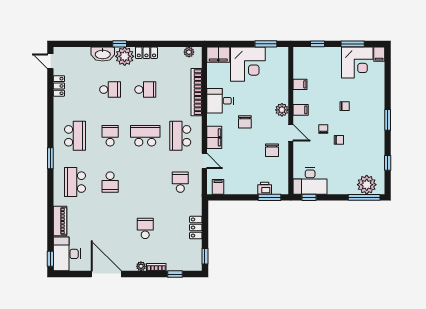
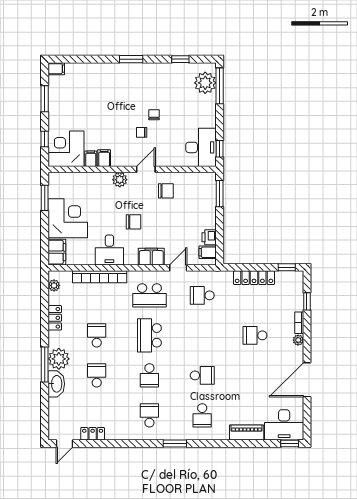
window: (120, 44) -> (45, 364), width x2.17
locker: (146, 53) -> (55, 318), moved
corner desk: (357, 63) -> (66, 149), moved, turned -90
chair: (345, 106) -> (116, 108), removed
filing cabinet: (301, 110) -> (104, 158), moved
school desk: (75, 136) -> (149, 415), width x0.54
school desk: (110, 136) -> (149, 375), turned -90
school desk: (75, 182) -> (202, 415), width x0.54
printer: (265, 188) -> (209, 237), moved
locker: (196, 228) -> (254, 278), width x1.53

